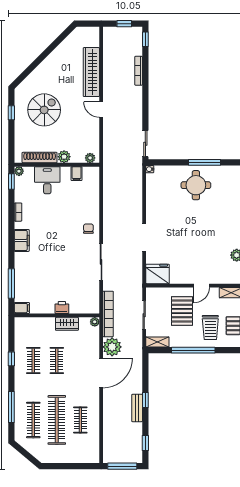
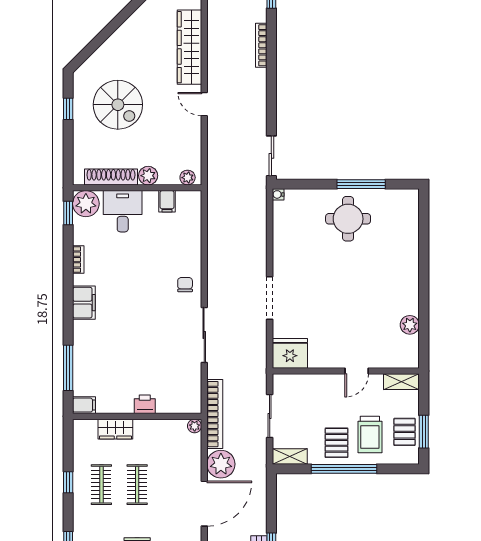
spiral stairs: (44, 110) -> (118, 105), turned 90
plant: (19, 171) -> (86, 204), width x1.88, depth x1.88
pallet: (182, 311) -> (337, 443), moved, width x0.67, depth x0.71
wardrobe: (67, 324) -> (115, 429), moved

